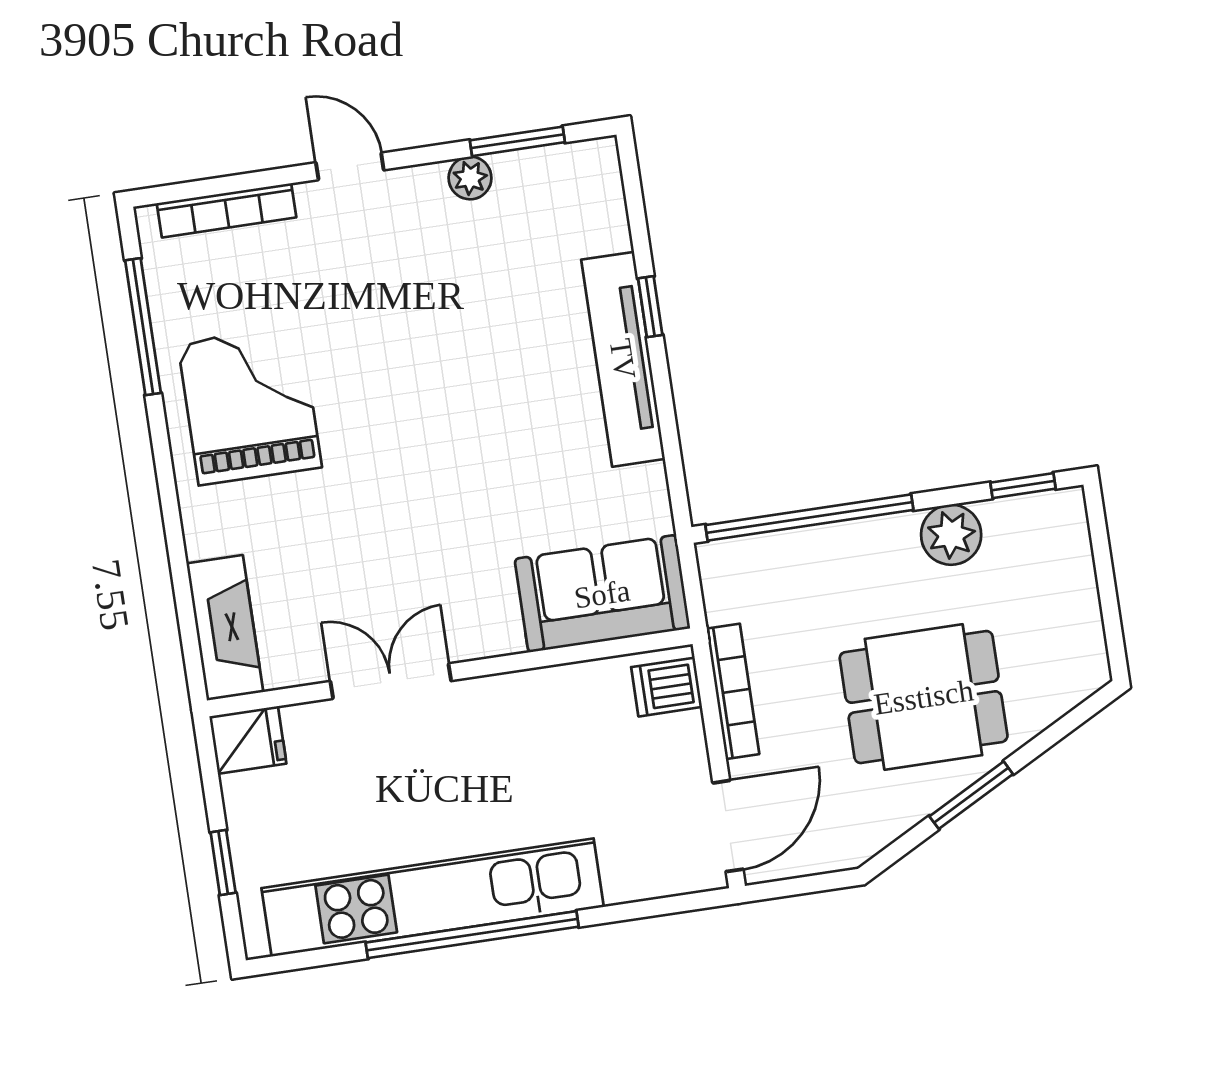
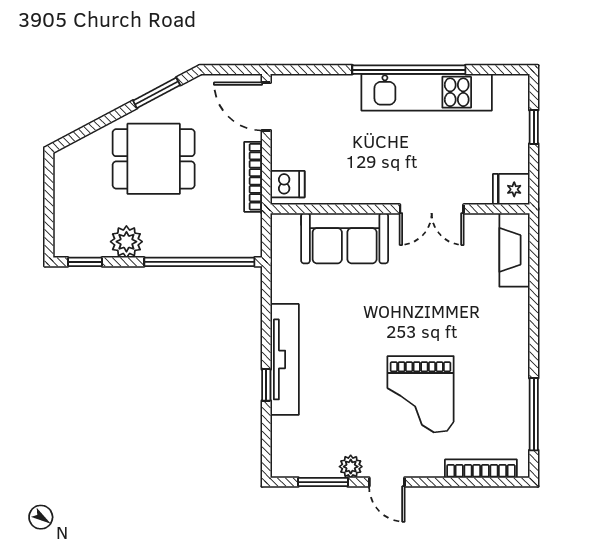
door: (350, 166) -> (387, 482), moved
grand piano: (250, 405) -> (421, 394), moved
sofa: (602, 594) -> (345, 238), moved
window: (971, 795) -> (157, 93), moved
door: (728, 826) -> (266, 107), hinge flipped
kitchen unit: (433, 898) -> (427, 92), width x0.73

